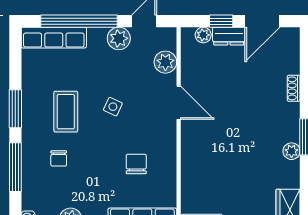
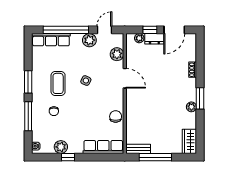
chair: (136, 164) -> (116, 116), moved

